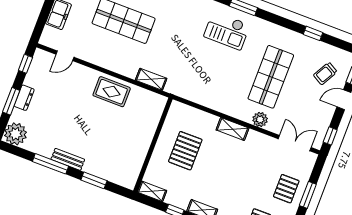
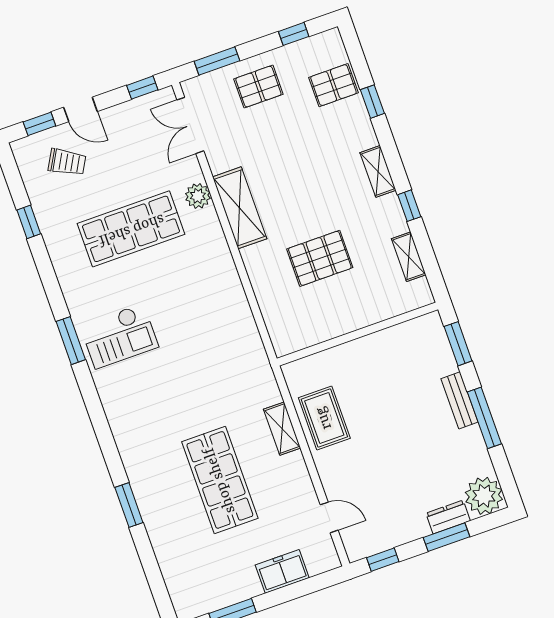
checkout: (227, 31) -> (119, 336), turned 90
shelving: (151, 79) -> (282, 429), moved
dresser: (24, 98) -> (448, 517), moved
shelving: (233, 129) -> (240, 208), width x1.50, depth x1.33
wall: (153, 145) -> (357, 334), moved
window: (308, 195) -> (217, 61), moved

